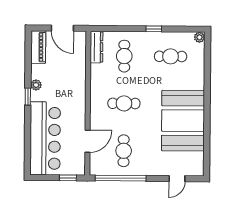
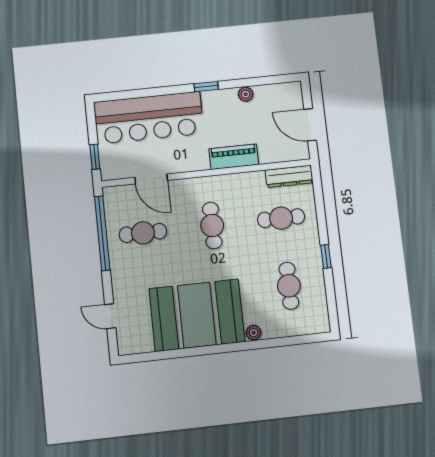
door: (62, 28) -> (310, 125), hinge flipped
plant: (199, 37) -> (254, 333), moved
piano: (38, 47) -> (234, 157), moved, turned 180
plant: (36, 85) -> (246, 94), moved

